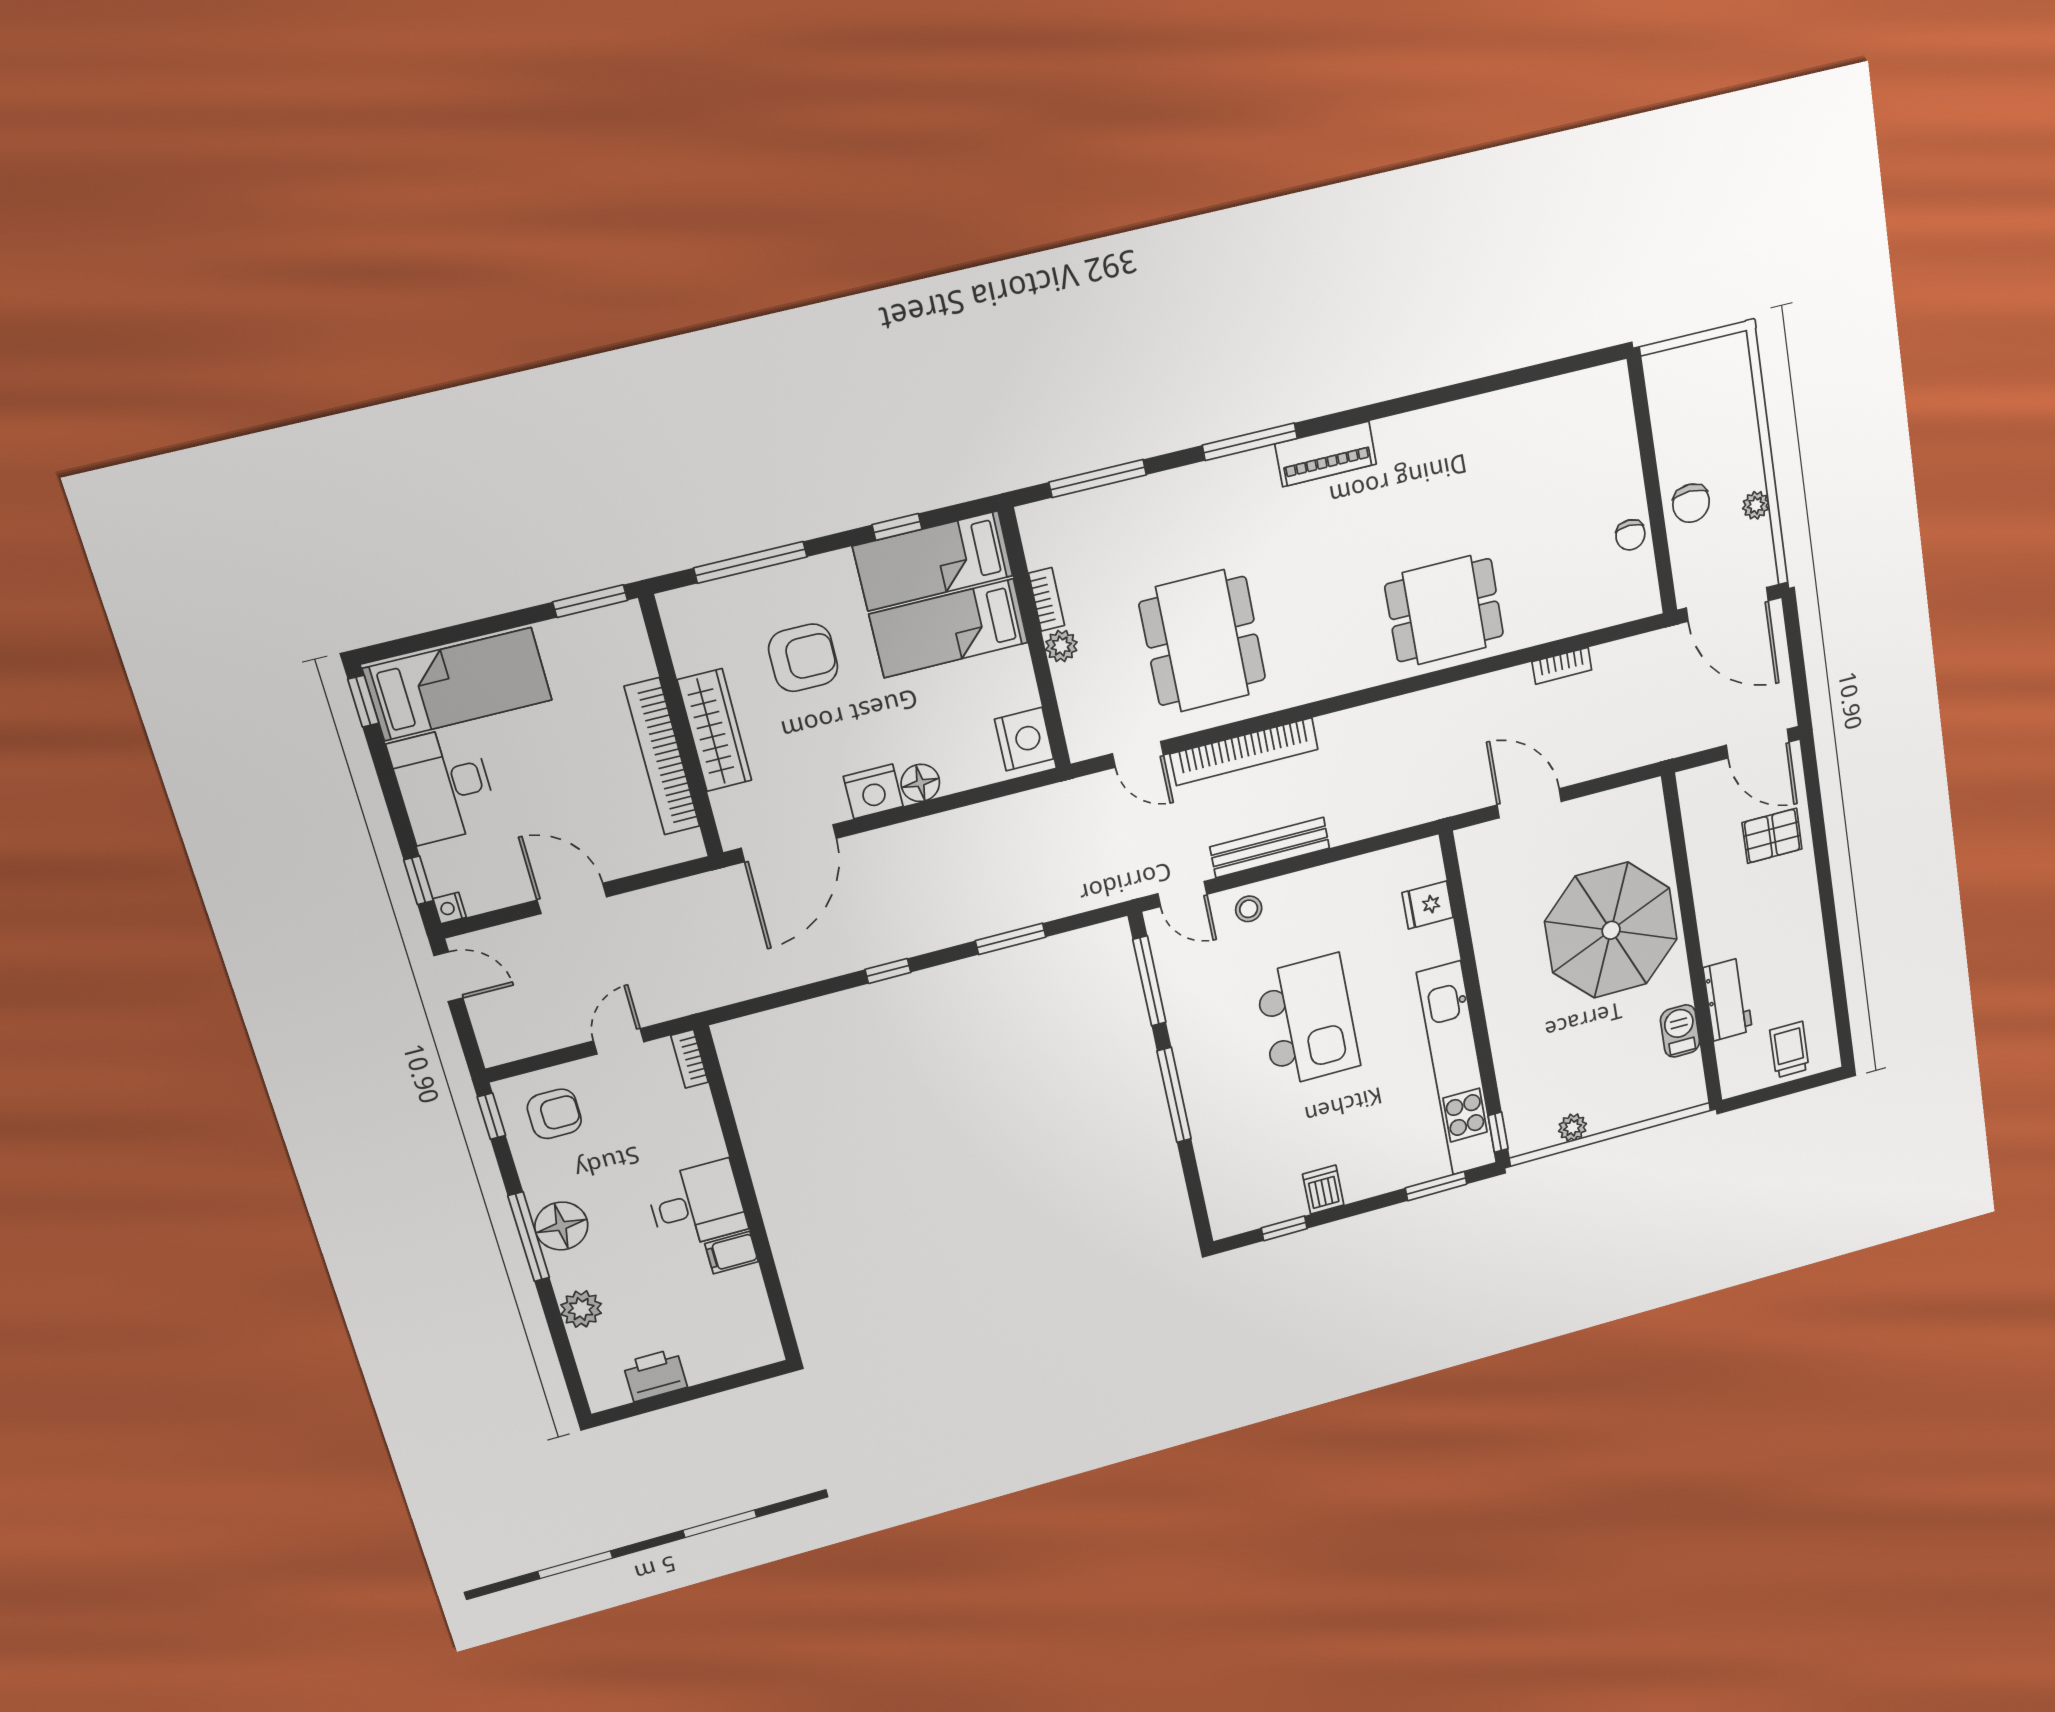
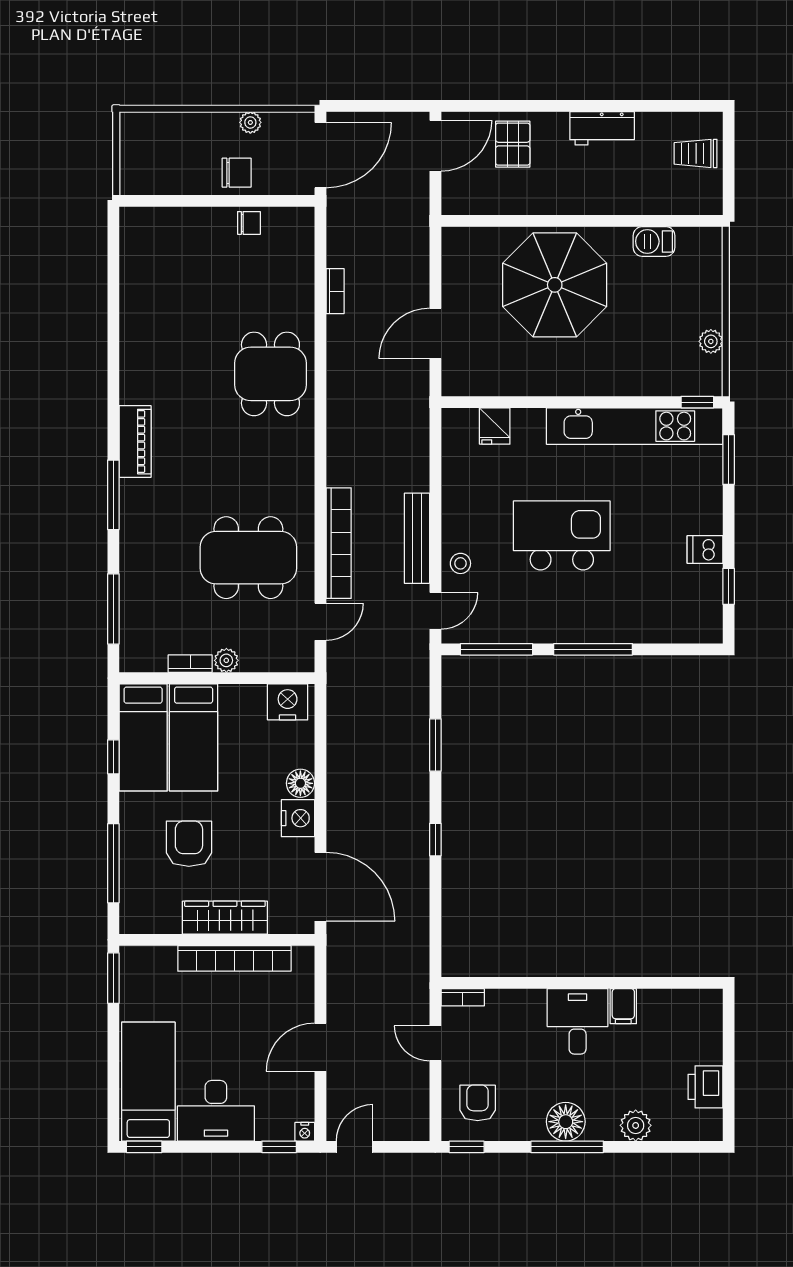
workbench: (1728, 999) -> (602, 128), moved, turned 180

